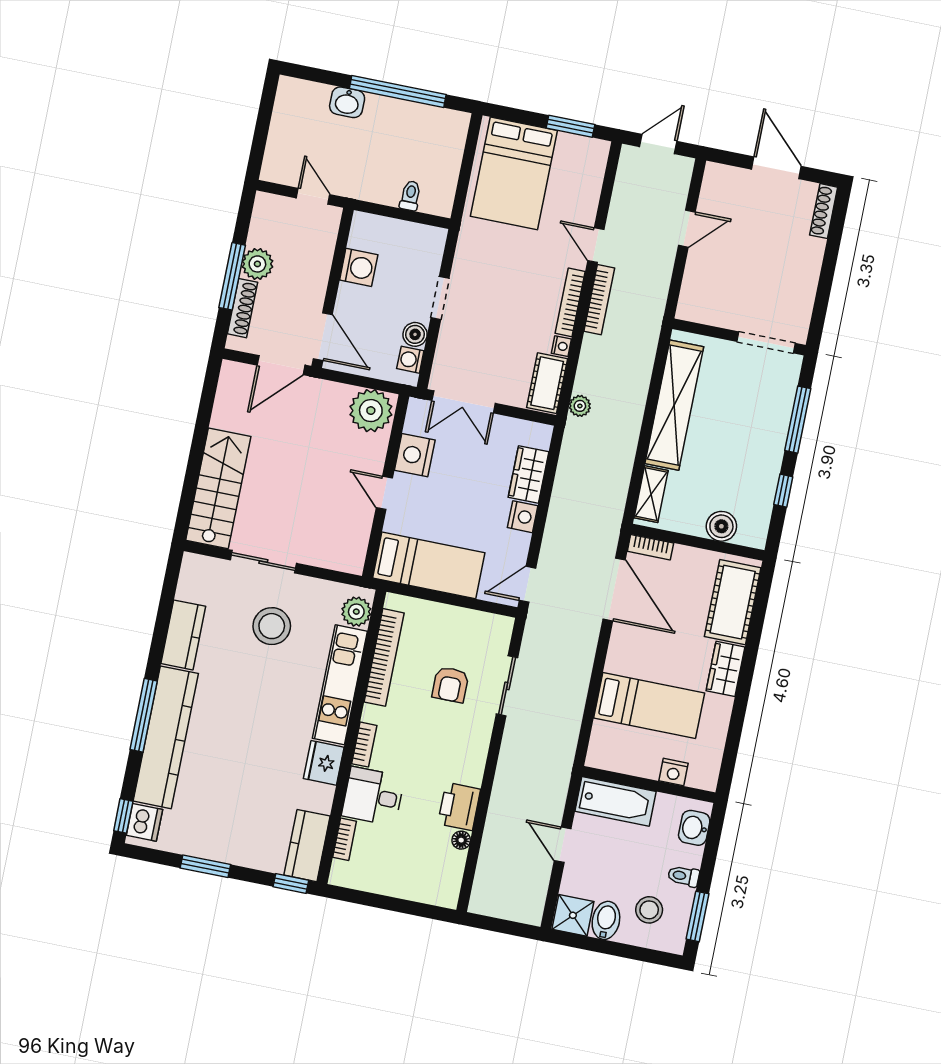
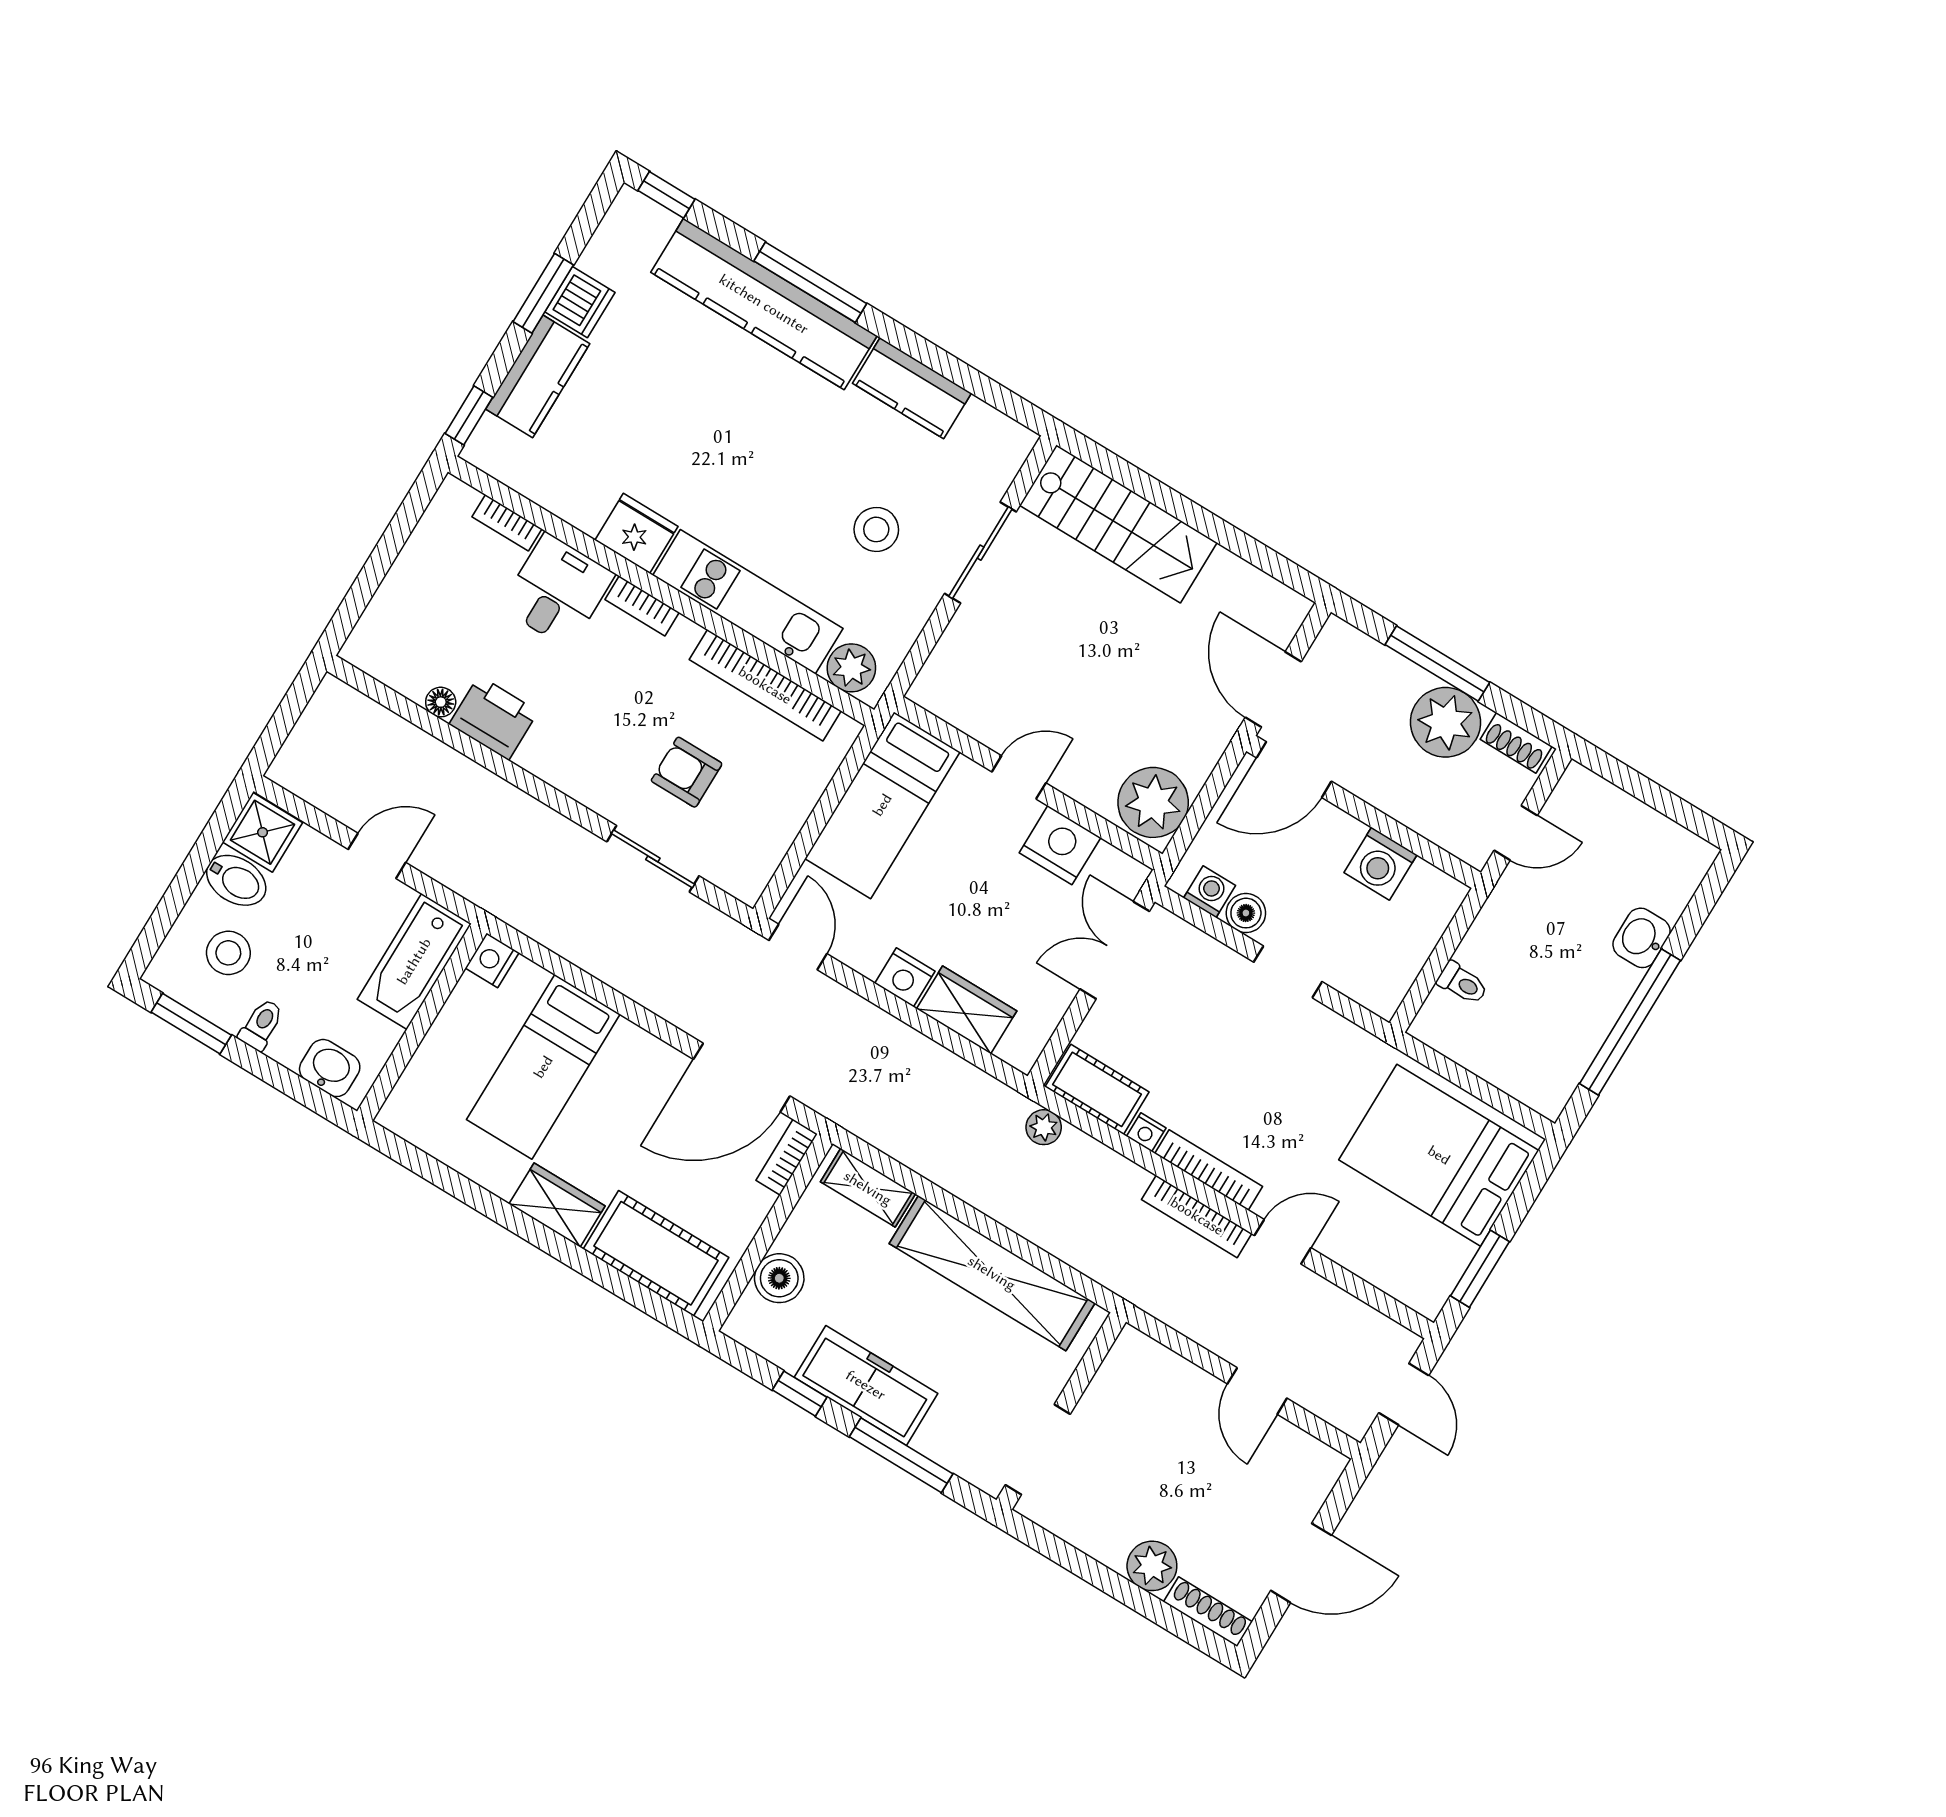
plant: (809, 253) -> (1152, 1566), added
plant: (257, 264) -> (1446, 722), width x1.36, depth x1.36
shoe rack: (242, 308) -> (1516, 743), moved, width x0.70
freezer: (765, 454) -> (866, 1385), added
stool: (272, 626) -> (876, 529), width x0.73, depth x0.73
nightstand: (673, 772) -> (492, 960), moved
dishwasher: (144, 822) -> (580, 302), moved, turned -90
kitchen counter: (307, 846) -> (538, 376), moved, turned 90

